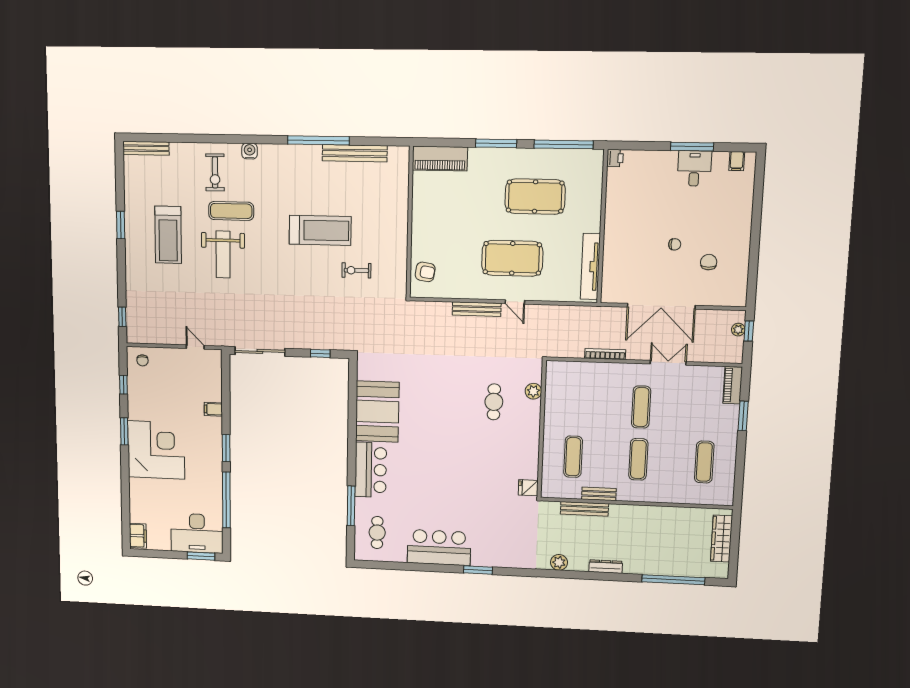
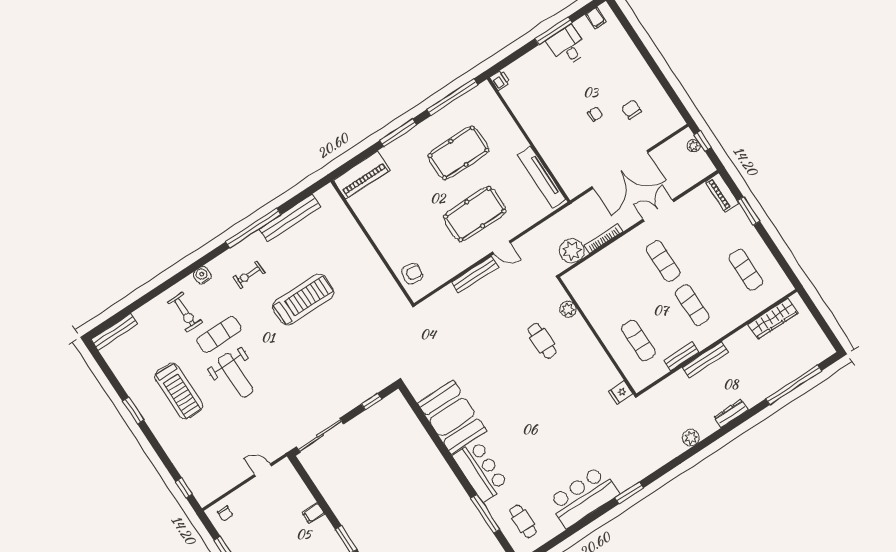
exercise bike: (356, 270) -> (249, 275), moved
plant: (571, 346) -> (572, 251), added
bench: (584, 509) -> (706, 360), moved
wardrobe: (721, 539) -> (773, 319), moved, turned -90

